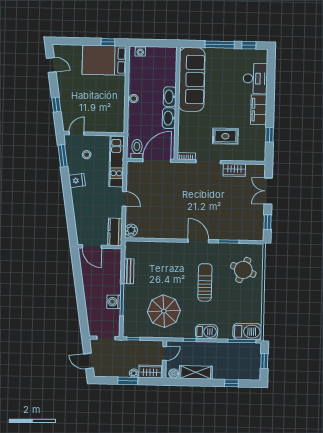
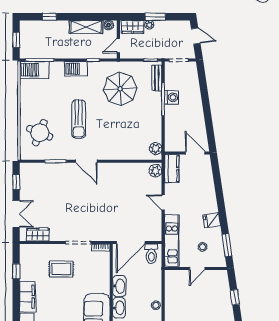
door: (76, 133) -> (197, 268), moved
wardrobe: (234, 170) -> (38, 235), moved
plant: (130, 252) -> (156, 149), added
bench: (129, 271) -> (157, 78), moved

